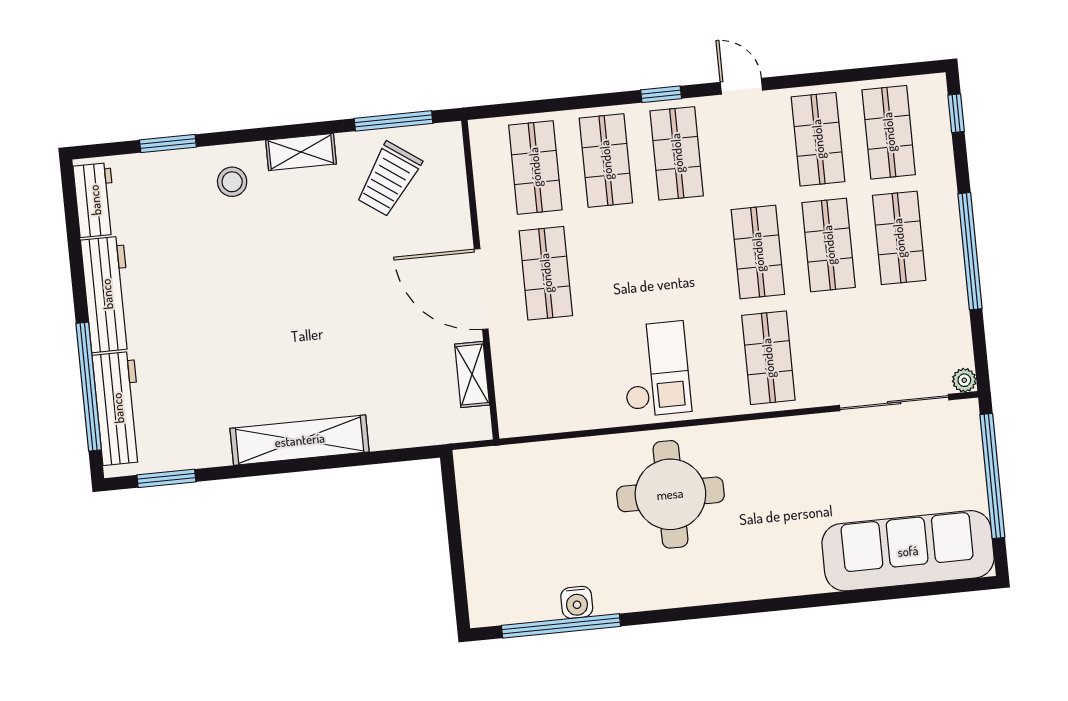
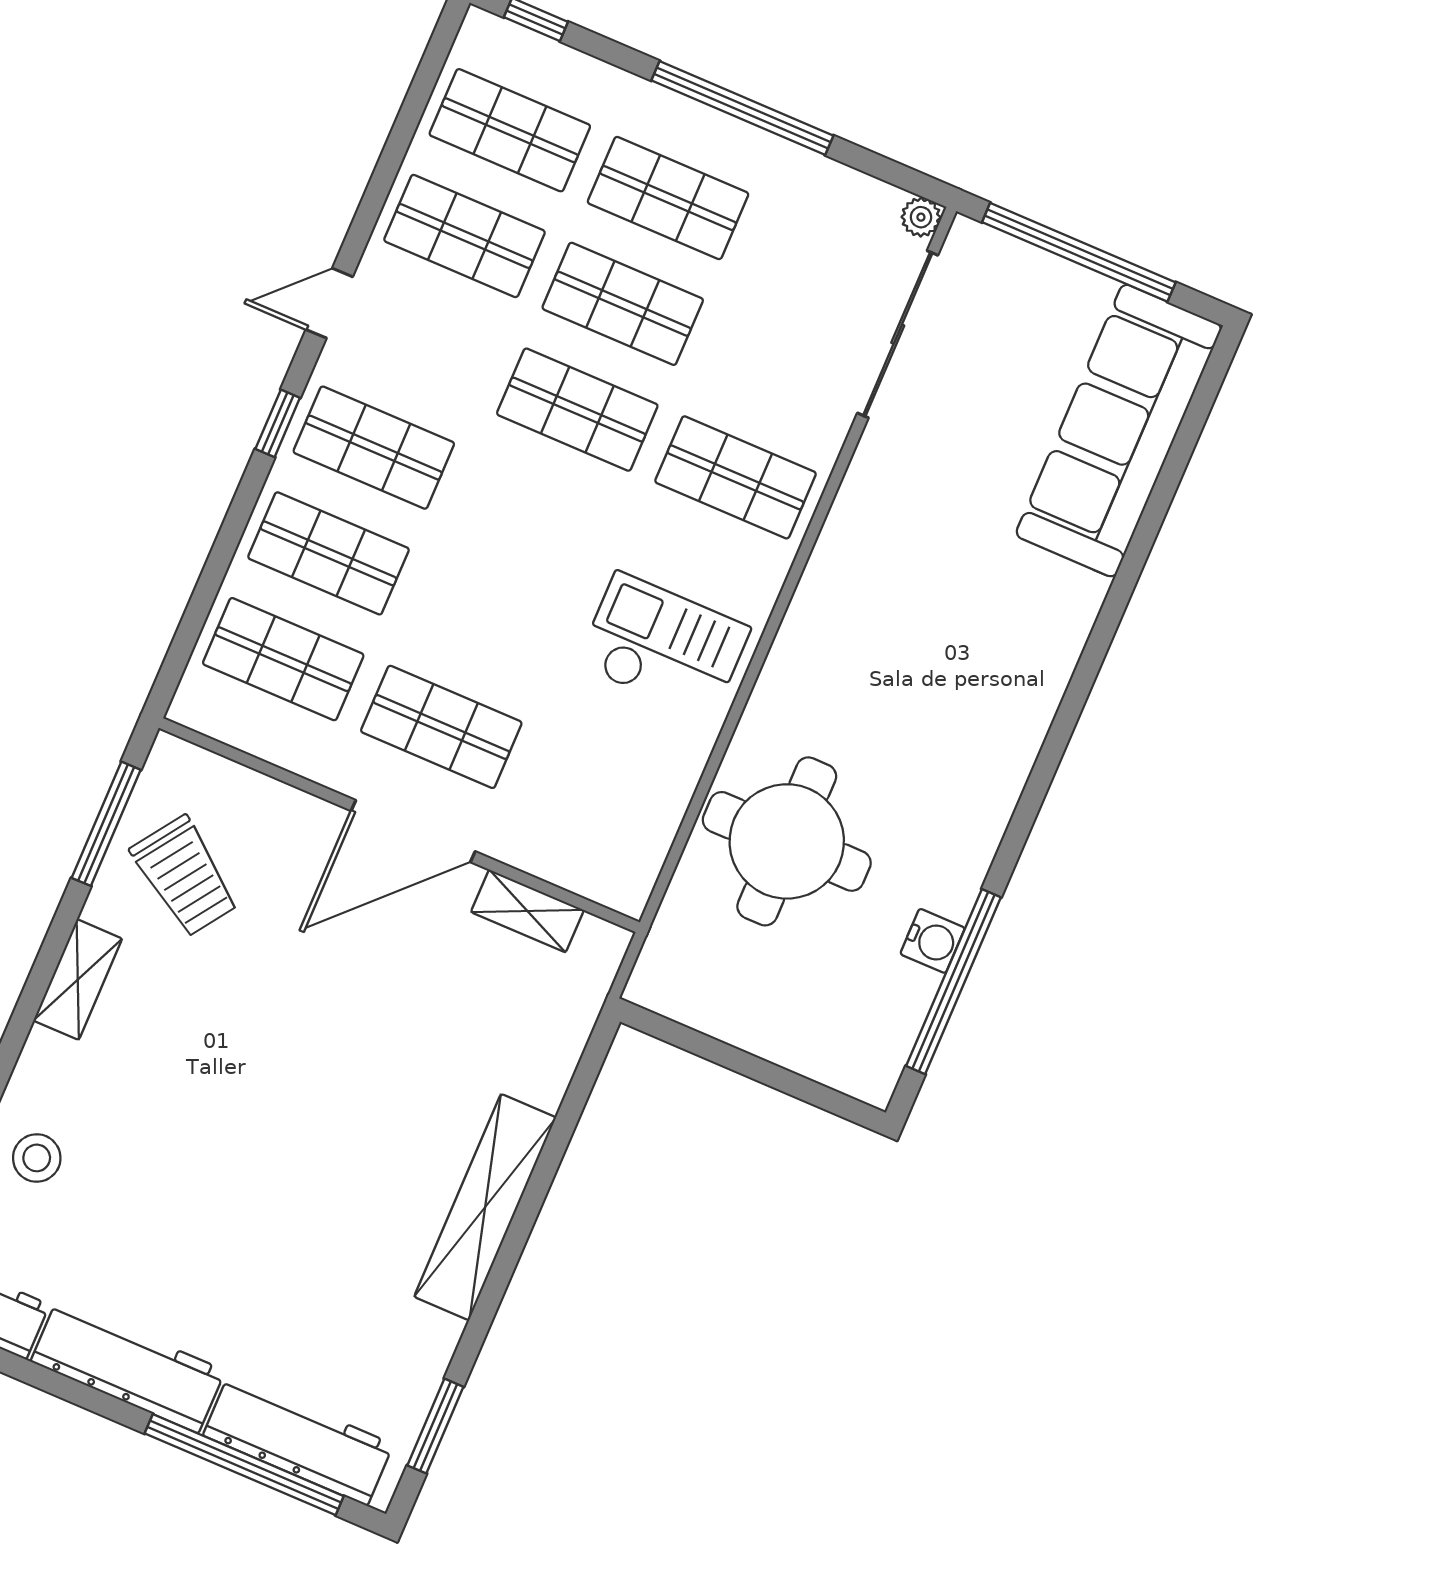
stool: (232, 182) -> (37, 1158), moved
round table: (670, 494) -> (787, 841), moved

